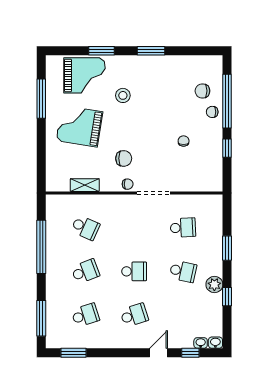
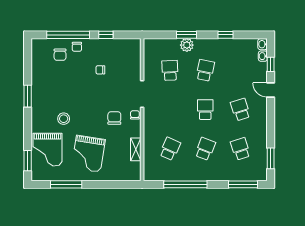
window: (102, 51) -> (28, 161), moved
grand piano: (84, 75) -> (48, 150), turned 180
school desk: (85, 271) -> (205, 149), turned 42
plant: (214, 284) -> (187, 45), moved

